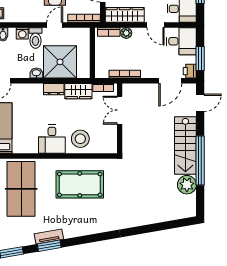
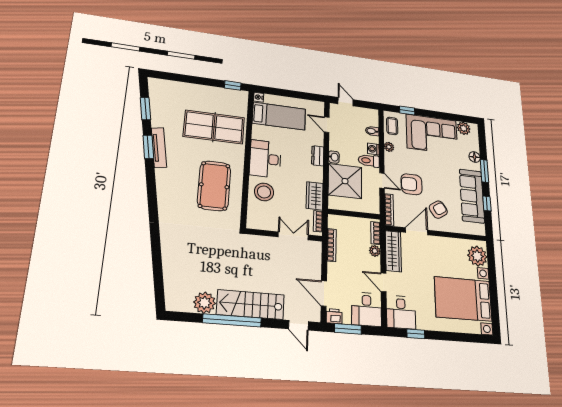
plant: (18, 17) -> (389, 147), added
door: (155, 25) -> (384, 282), hinge flipped
dresser: (54, 89) -> (318, 156), moved
desk: (52, 139) -> (265, 159), width x1.37
tv unit: (49, 236) -> (159, 148), width x1.41

